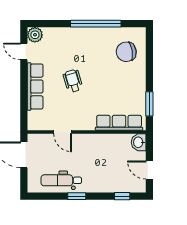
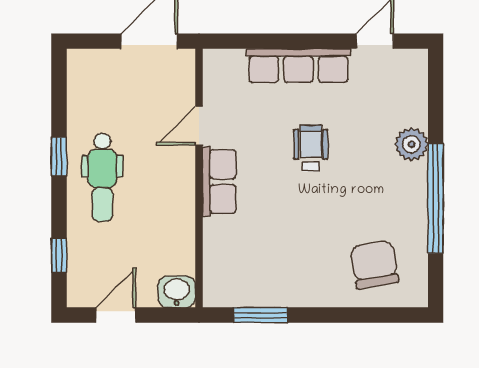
plant: (35, 35) -> (411, 144), moved
wheelchair: (73, 81) -> (311, 148), turned -73
row of seats: (119, 123) -> (219, 182), moved, width x0.68
dental chair: (61, 180) -> (102, 177), moved, turned 180

